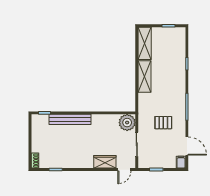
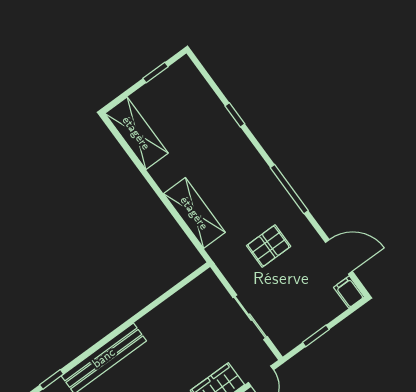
shelving: (144, 77) -> (194, 213), moved
plant: (127, 123) -> (206, 292), removed

